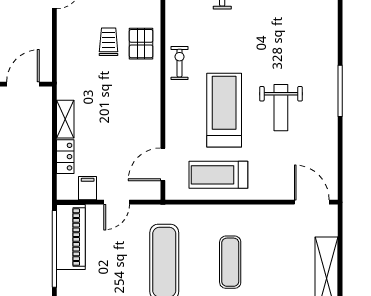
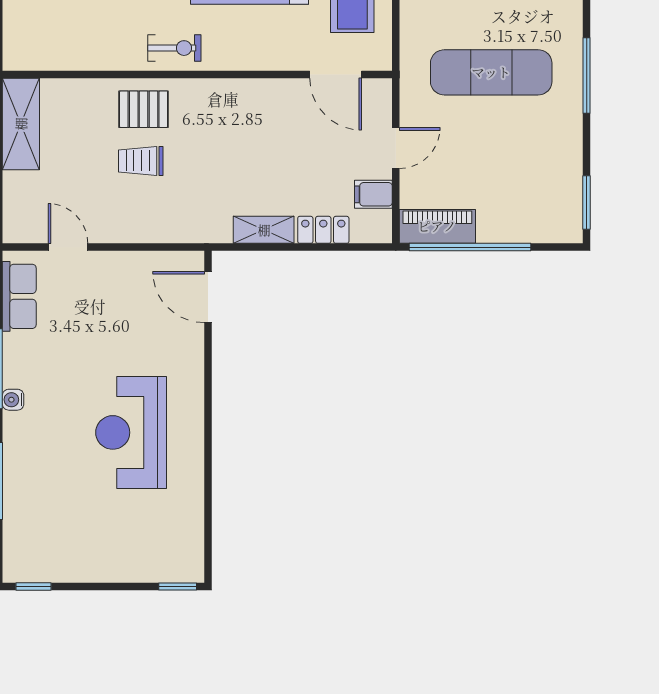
exercise bike: (180, 63) -> (174, 48), turned 180
door: (117, 202) -> (396, 148), hinge flipped
piano: (71, 237) -> (437, 226), width x0.73, depth x0.75

